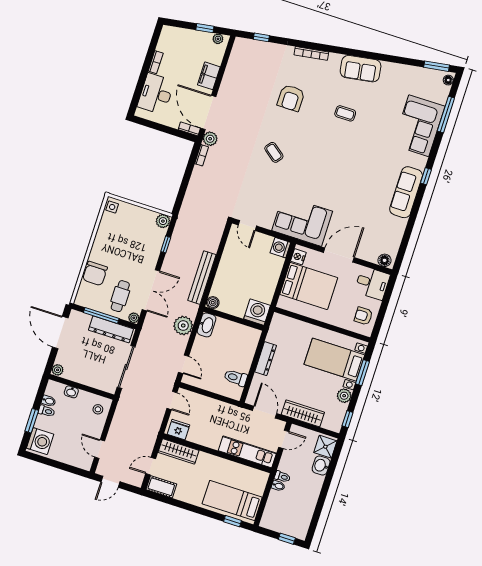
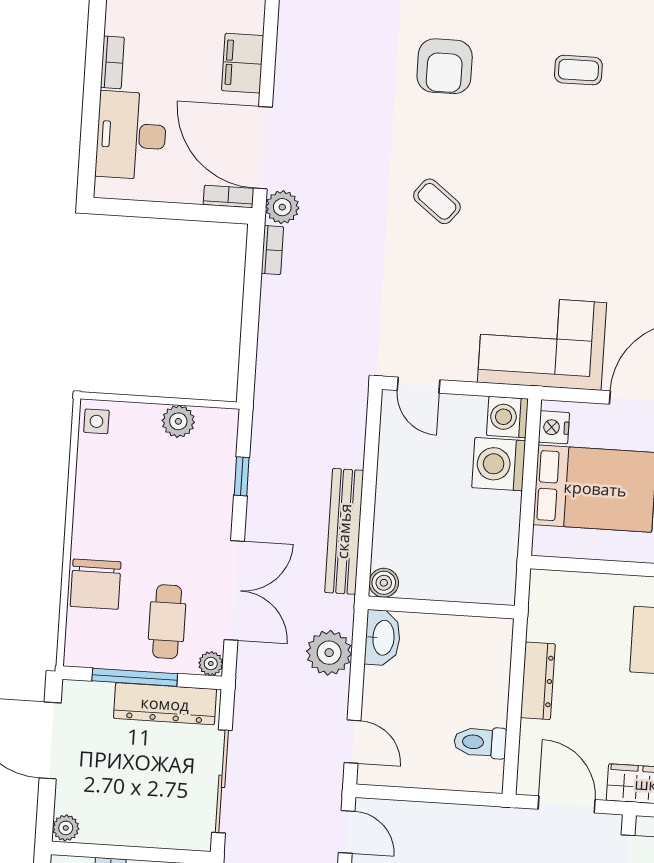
plant: (163, 221) -> (178, 421), moved
washing machine: (257, 312) -> (499, 464), moved, turned -90

